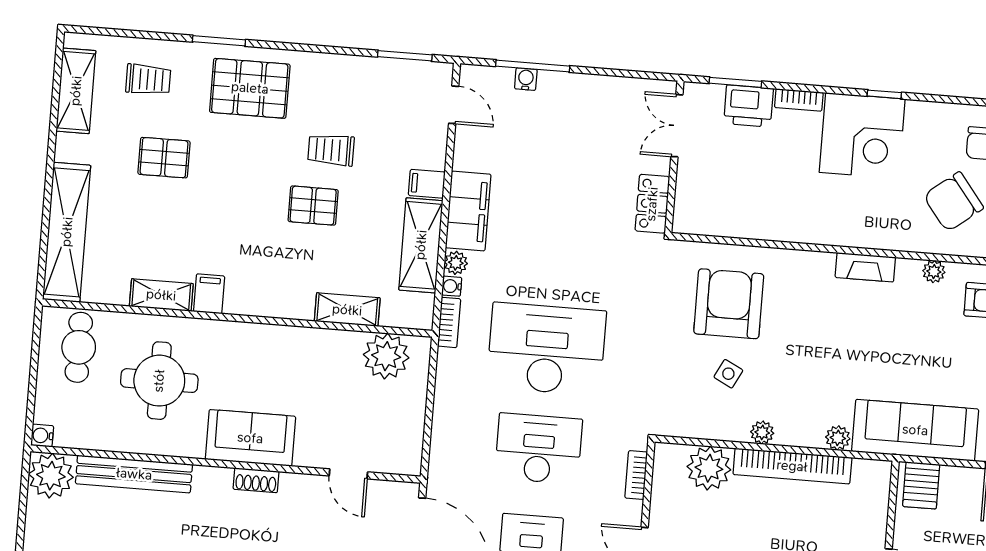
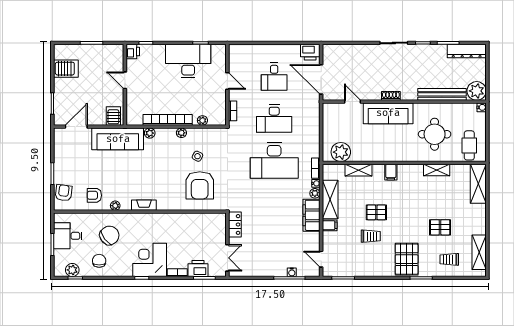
pallet: (250, 88) -> (407, 259), turned 90
shelving: (67, 232) -> (478, 184), width x0.68
filing cabinet: (209, 294) -> (391, 172), moved
sofa: (250, 438) -> (388, 113), width x1.36
plant: (709, 468) -> (202, 120), width x0.53, depth x0.53

